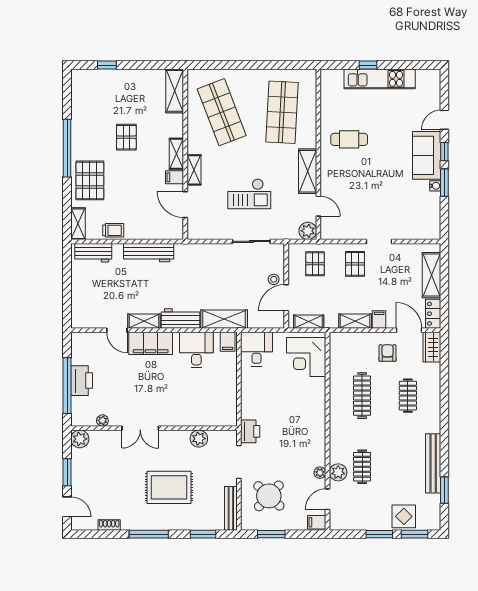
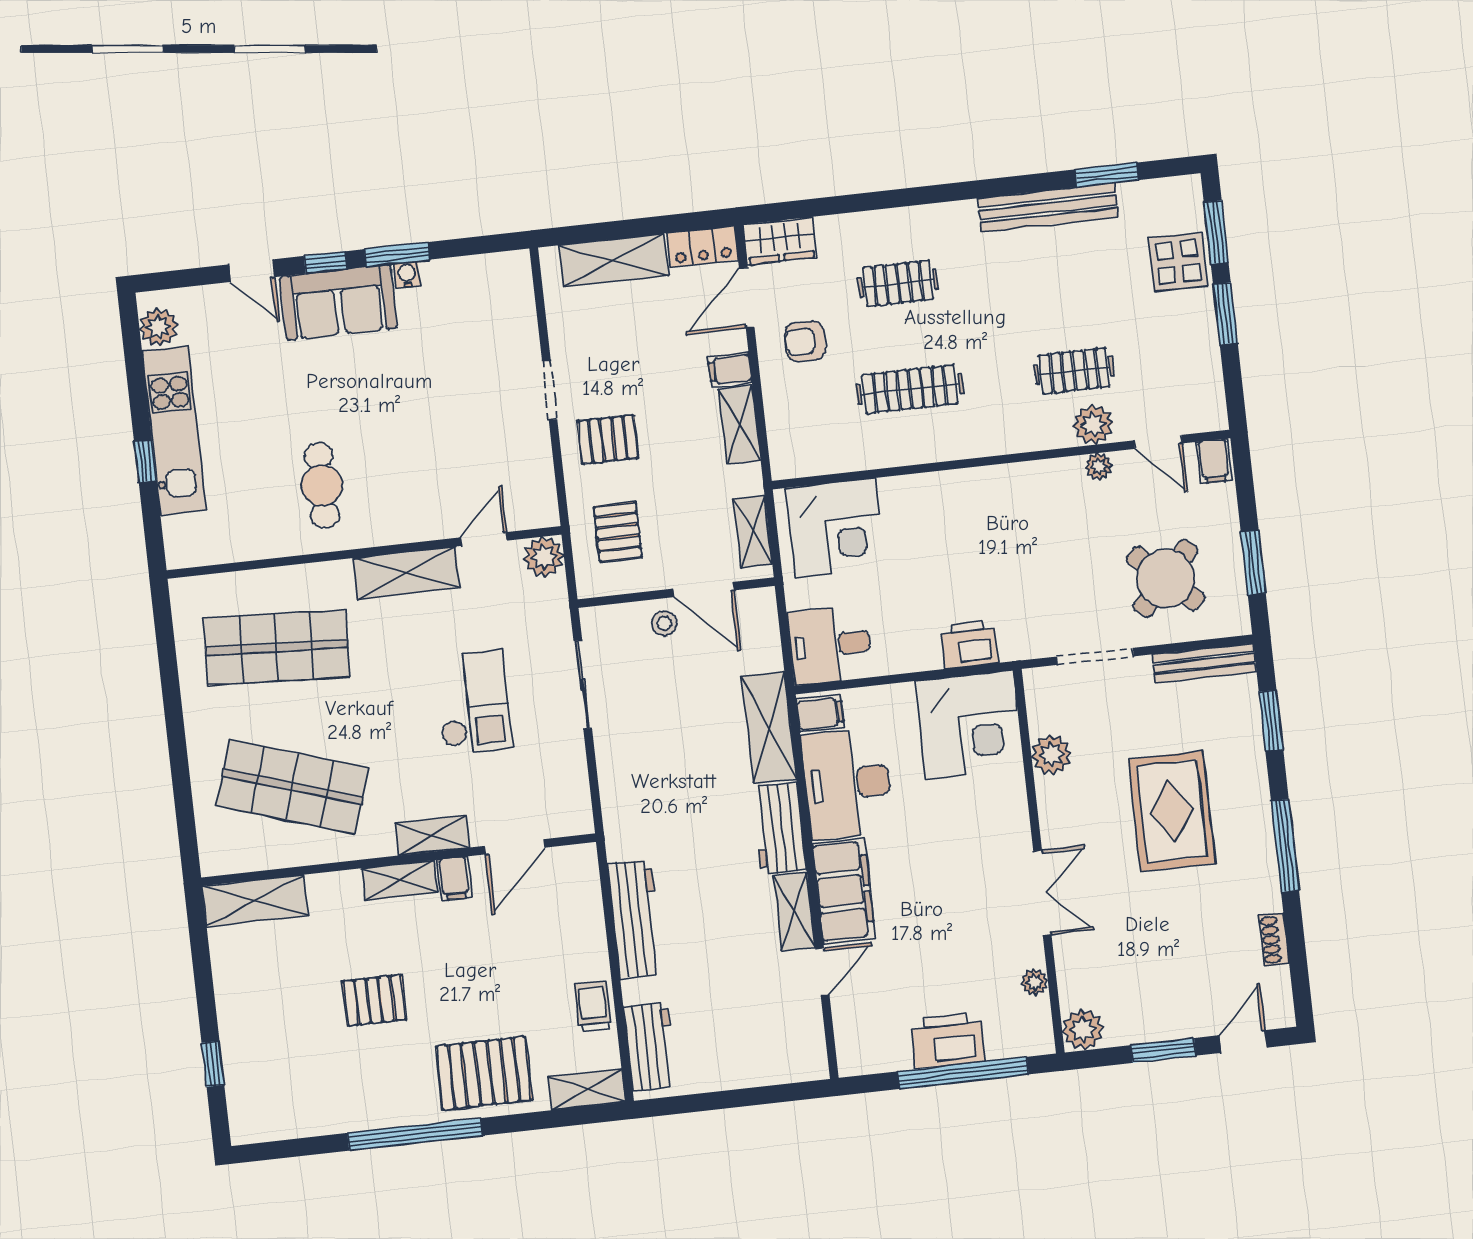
plant: (425, 77) -> (159, 327), added
shop shelf: (222, 112) -> (292, 787), turned 39
pallet: (315, 264) -> (618, 532), turned 90
desk: (196, 350) -> (847, 783), width x1.37
corner desk: (216, 405) -> (969, 725), added
printer: (250, 431) -> (970, 644), moved

